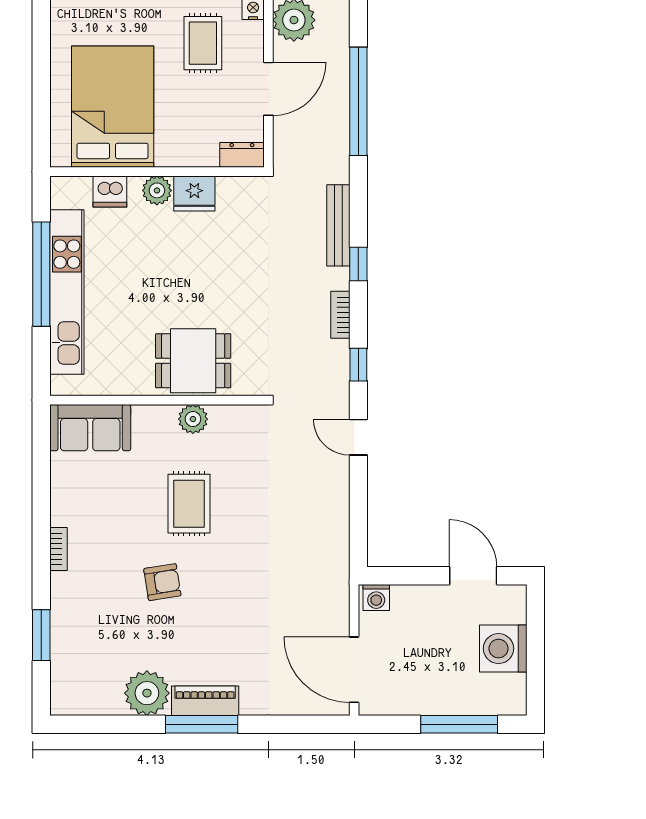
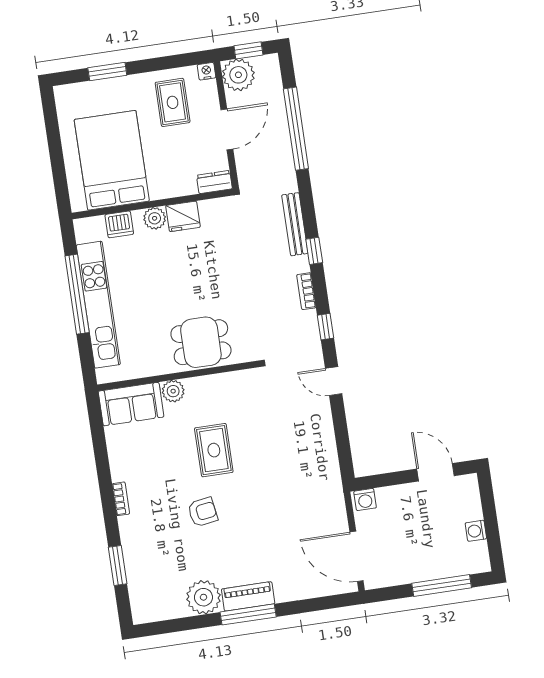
plant: (193, 419) -> (173, 391), moved
washing machine: (503, 649) -> (476, 531), width x0.53, depth x0.53

